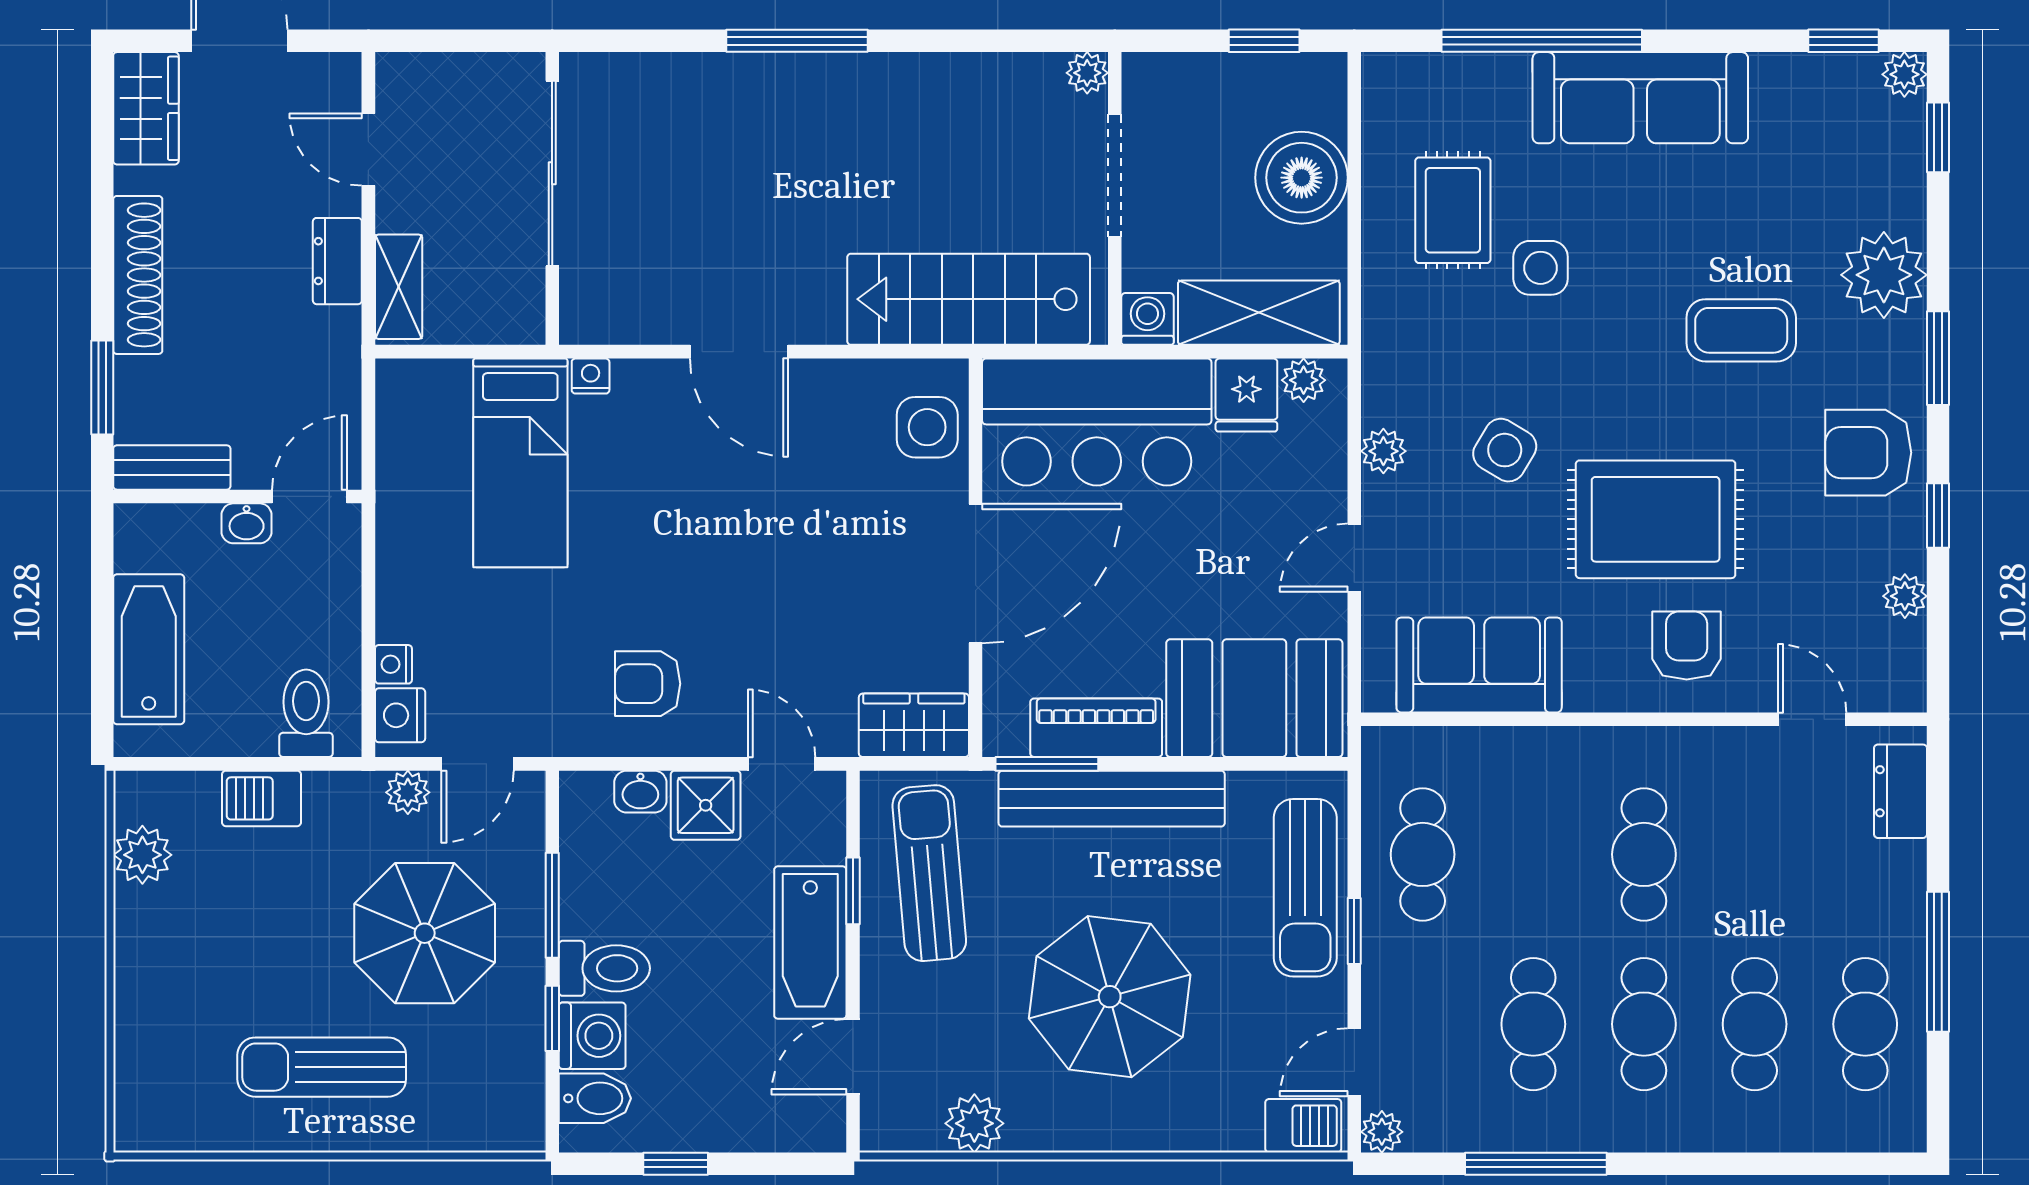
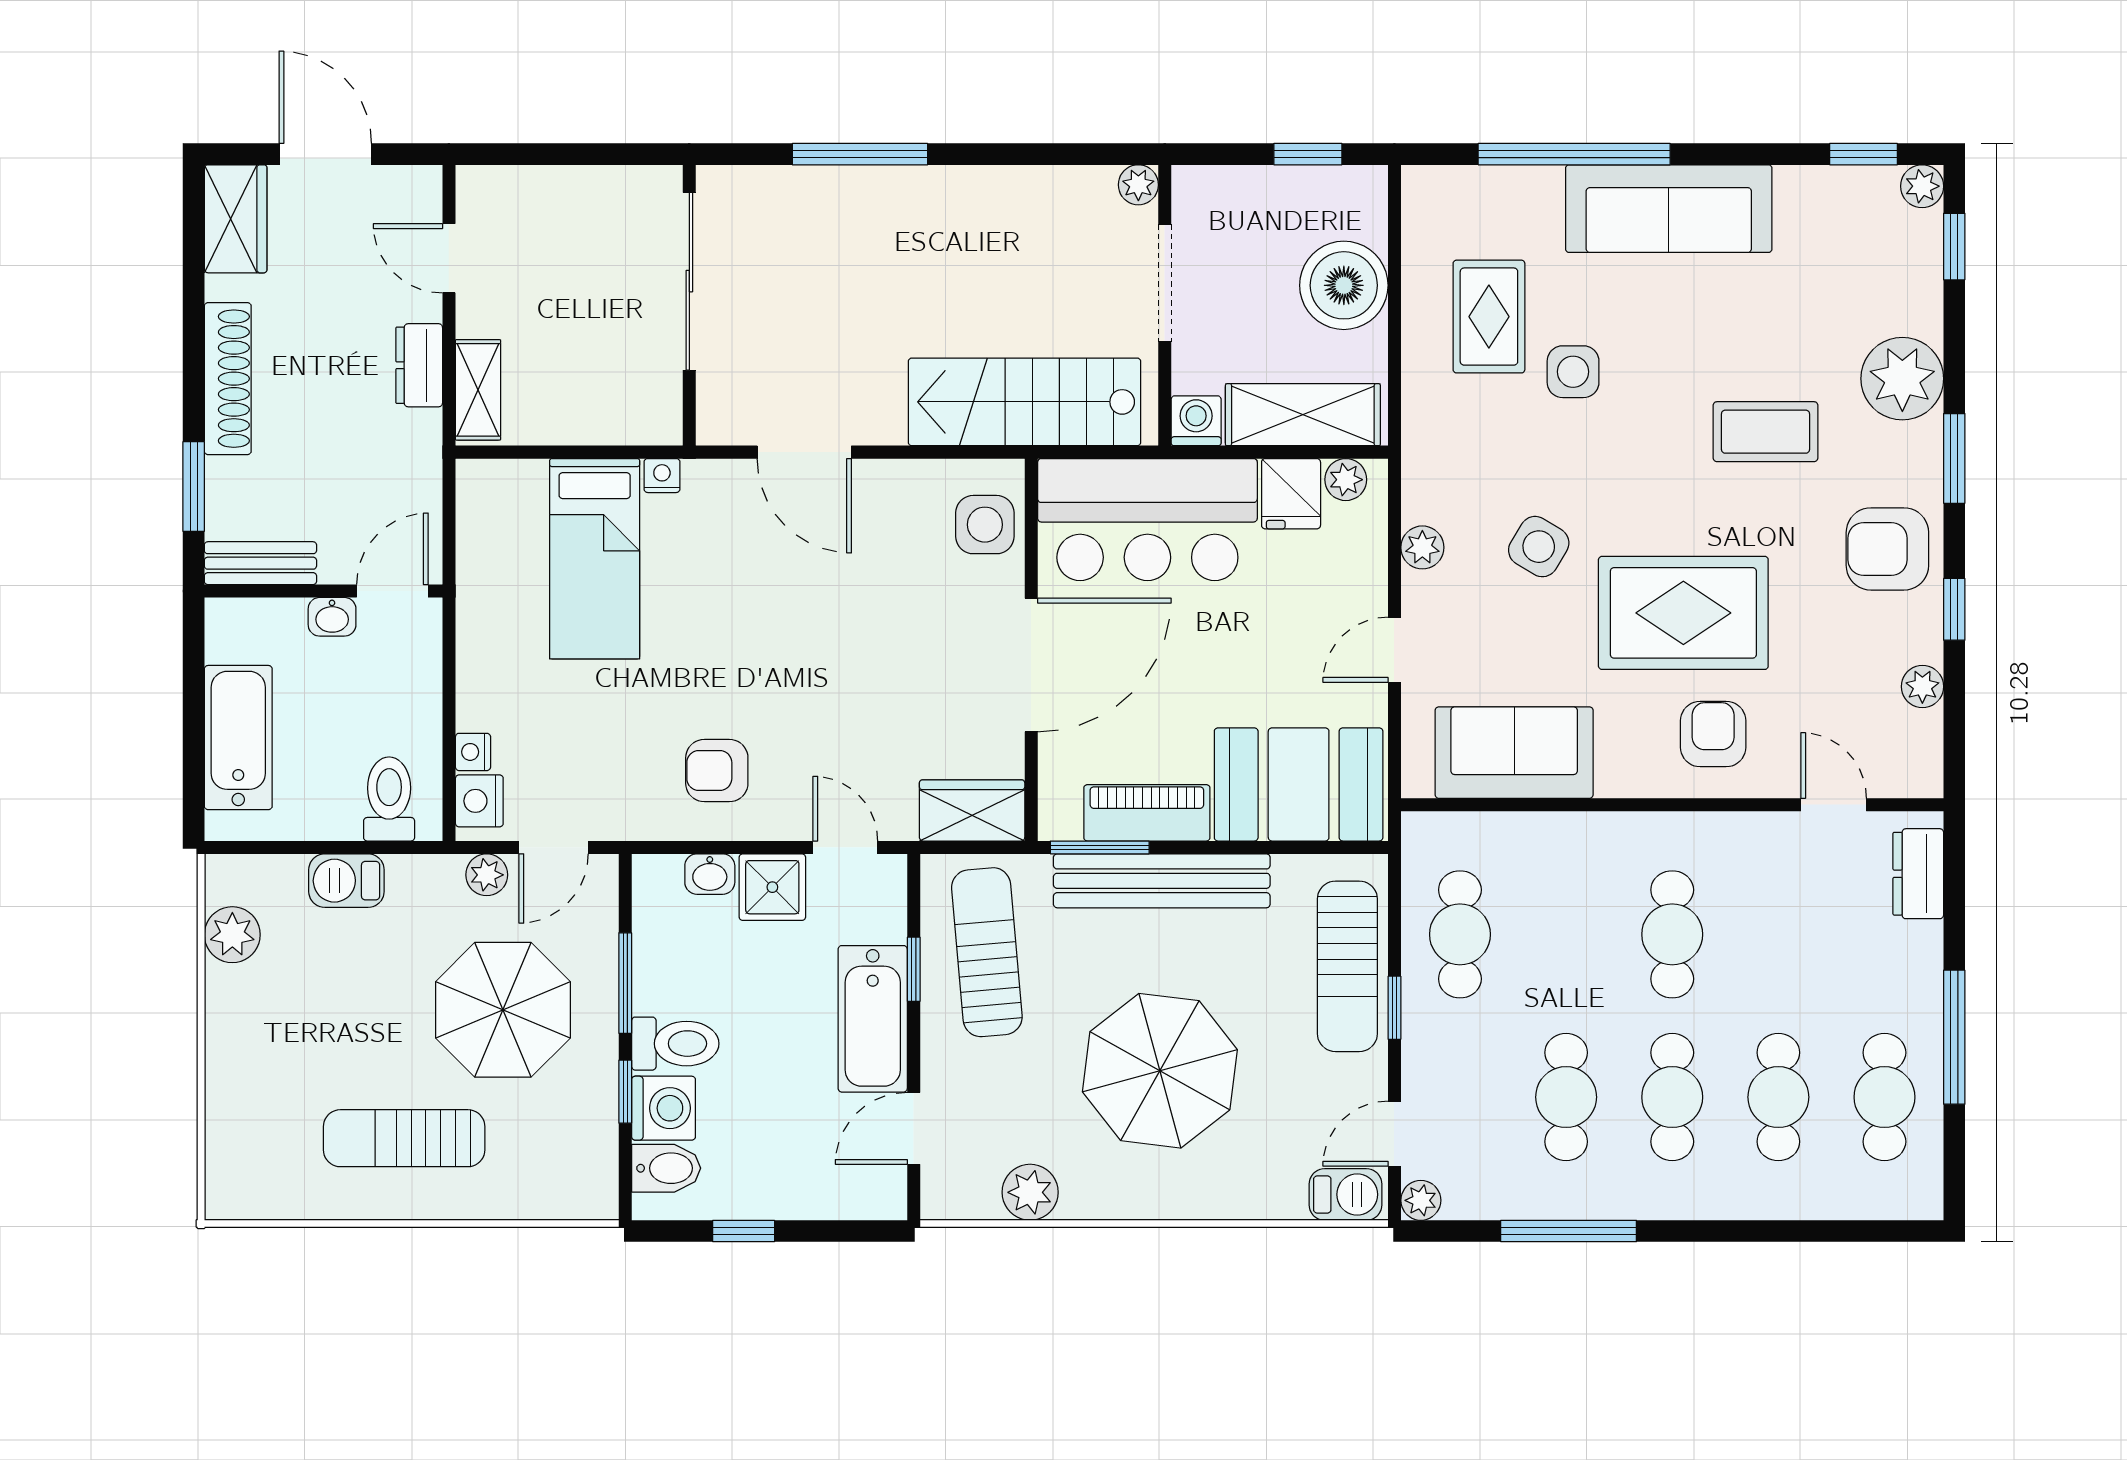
sliding door: (552, 173) -> (689, 281), moved
wall: (552, 198) -> (689, 305), moved

